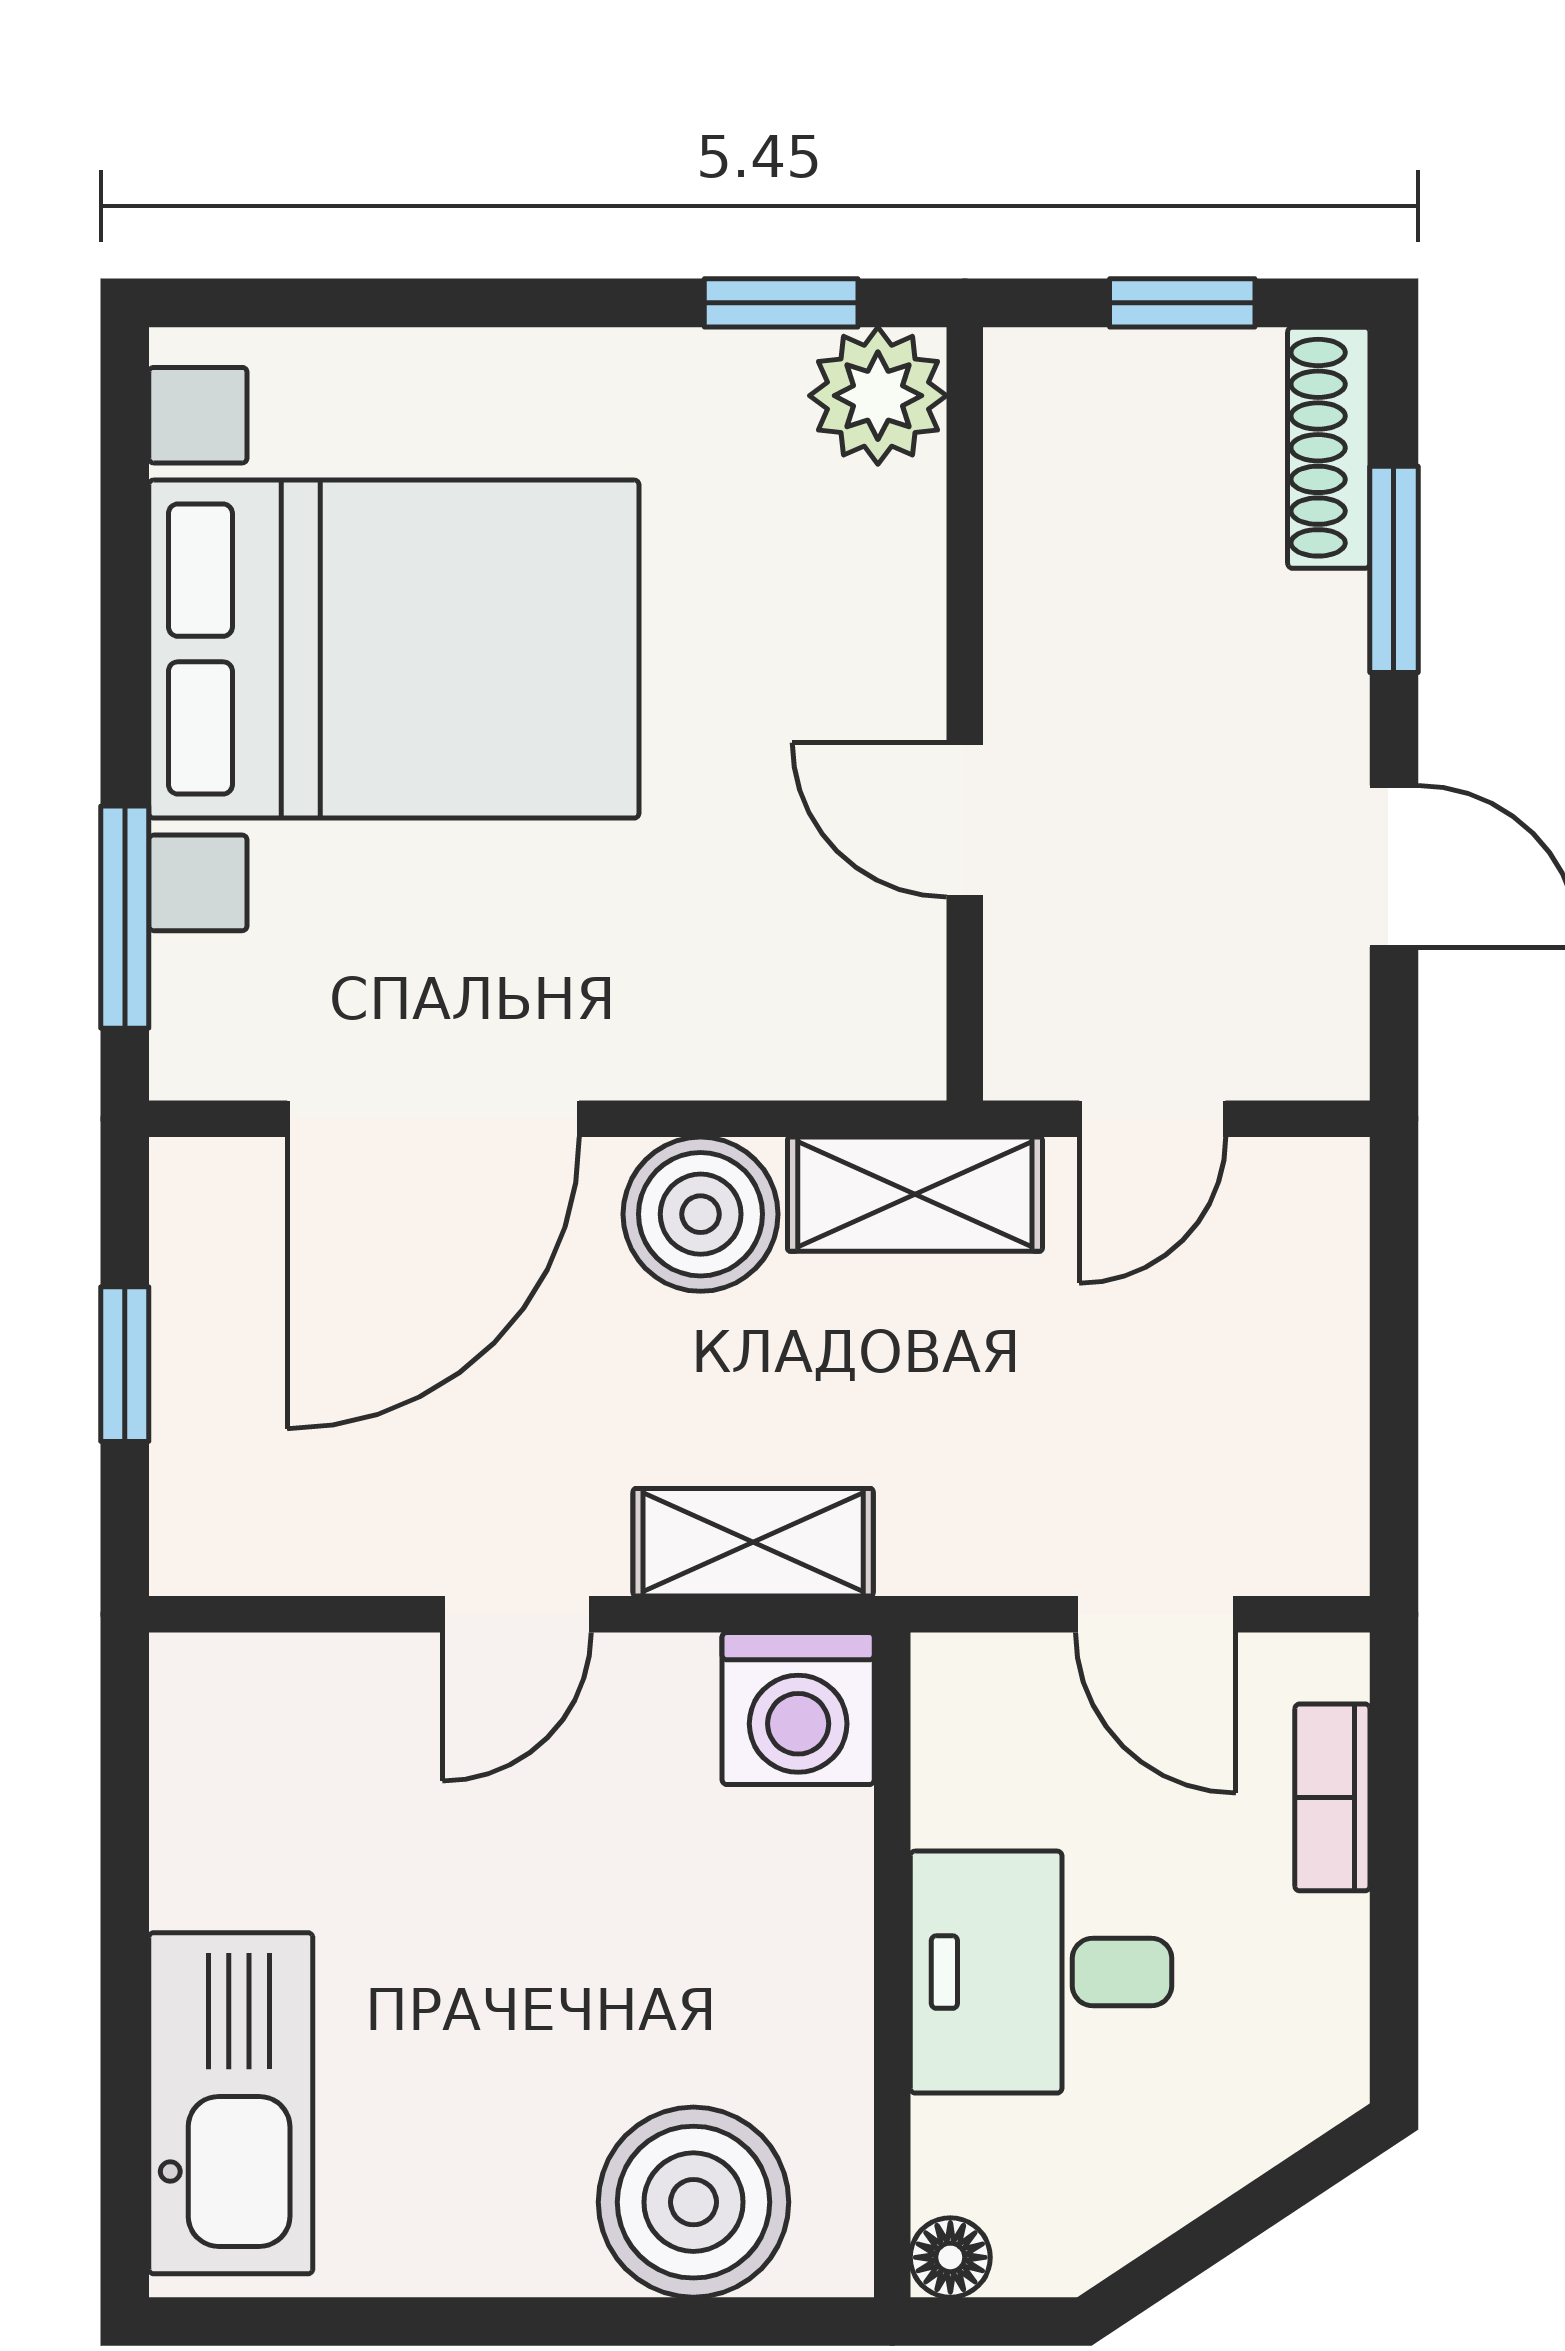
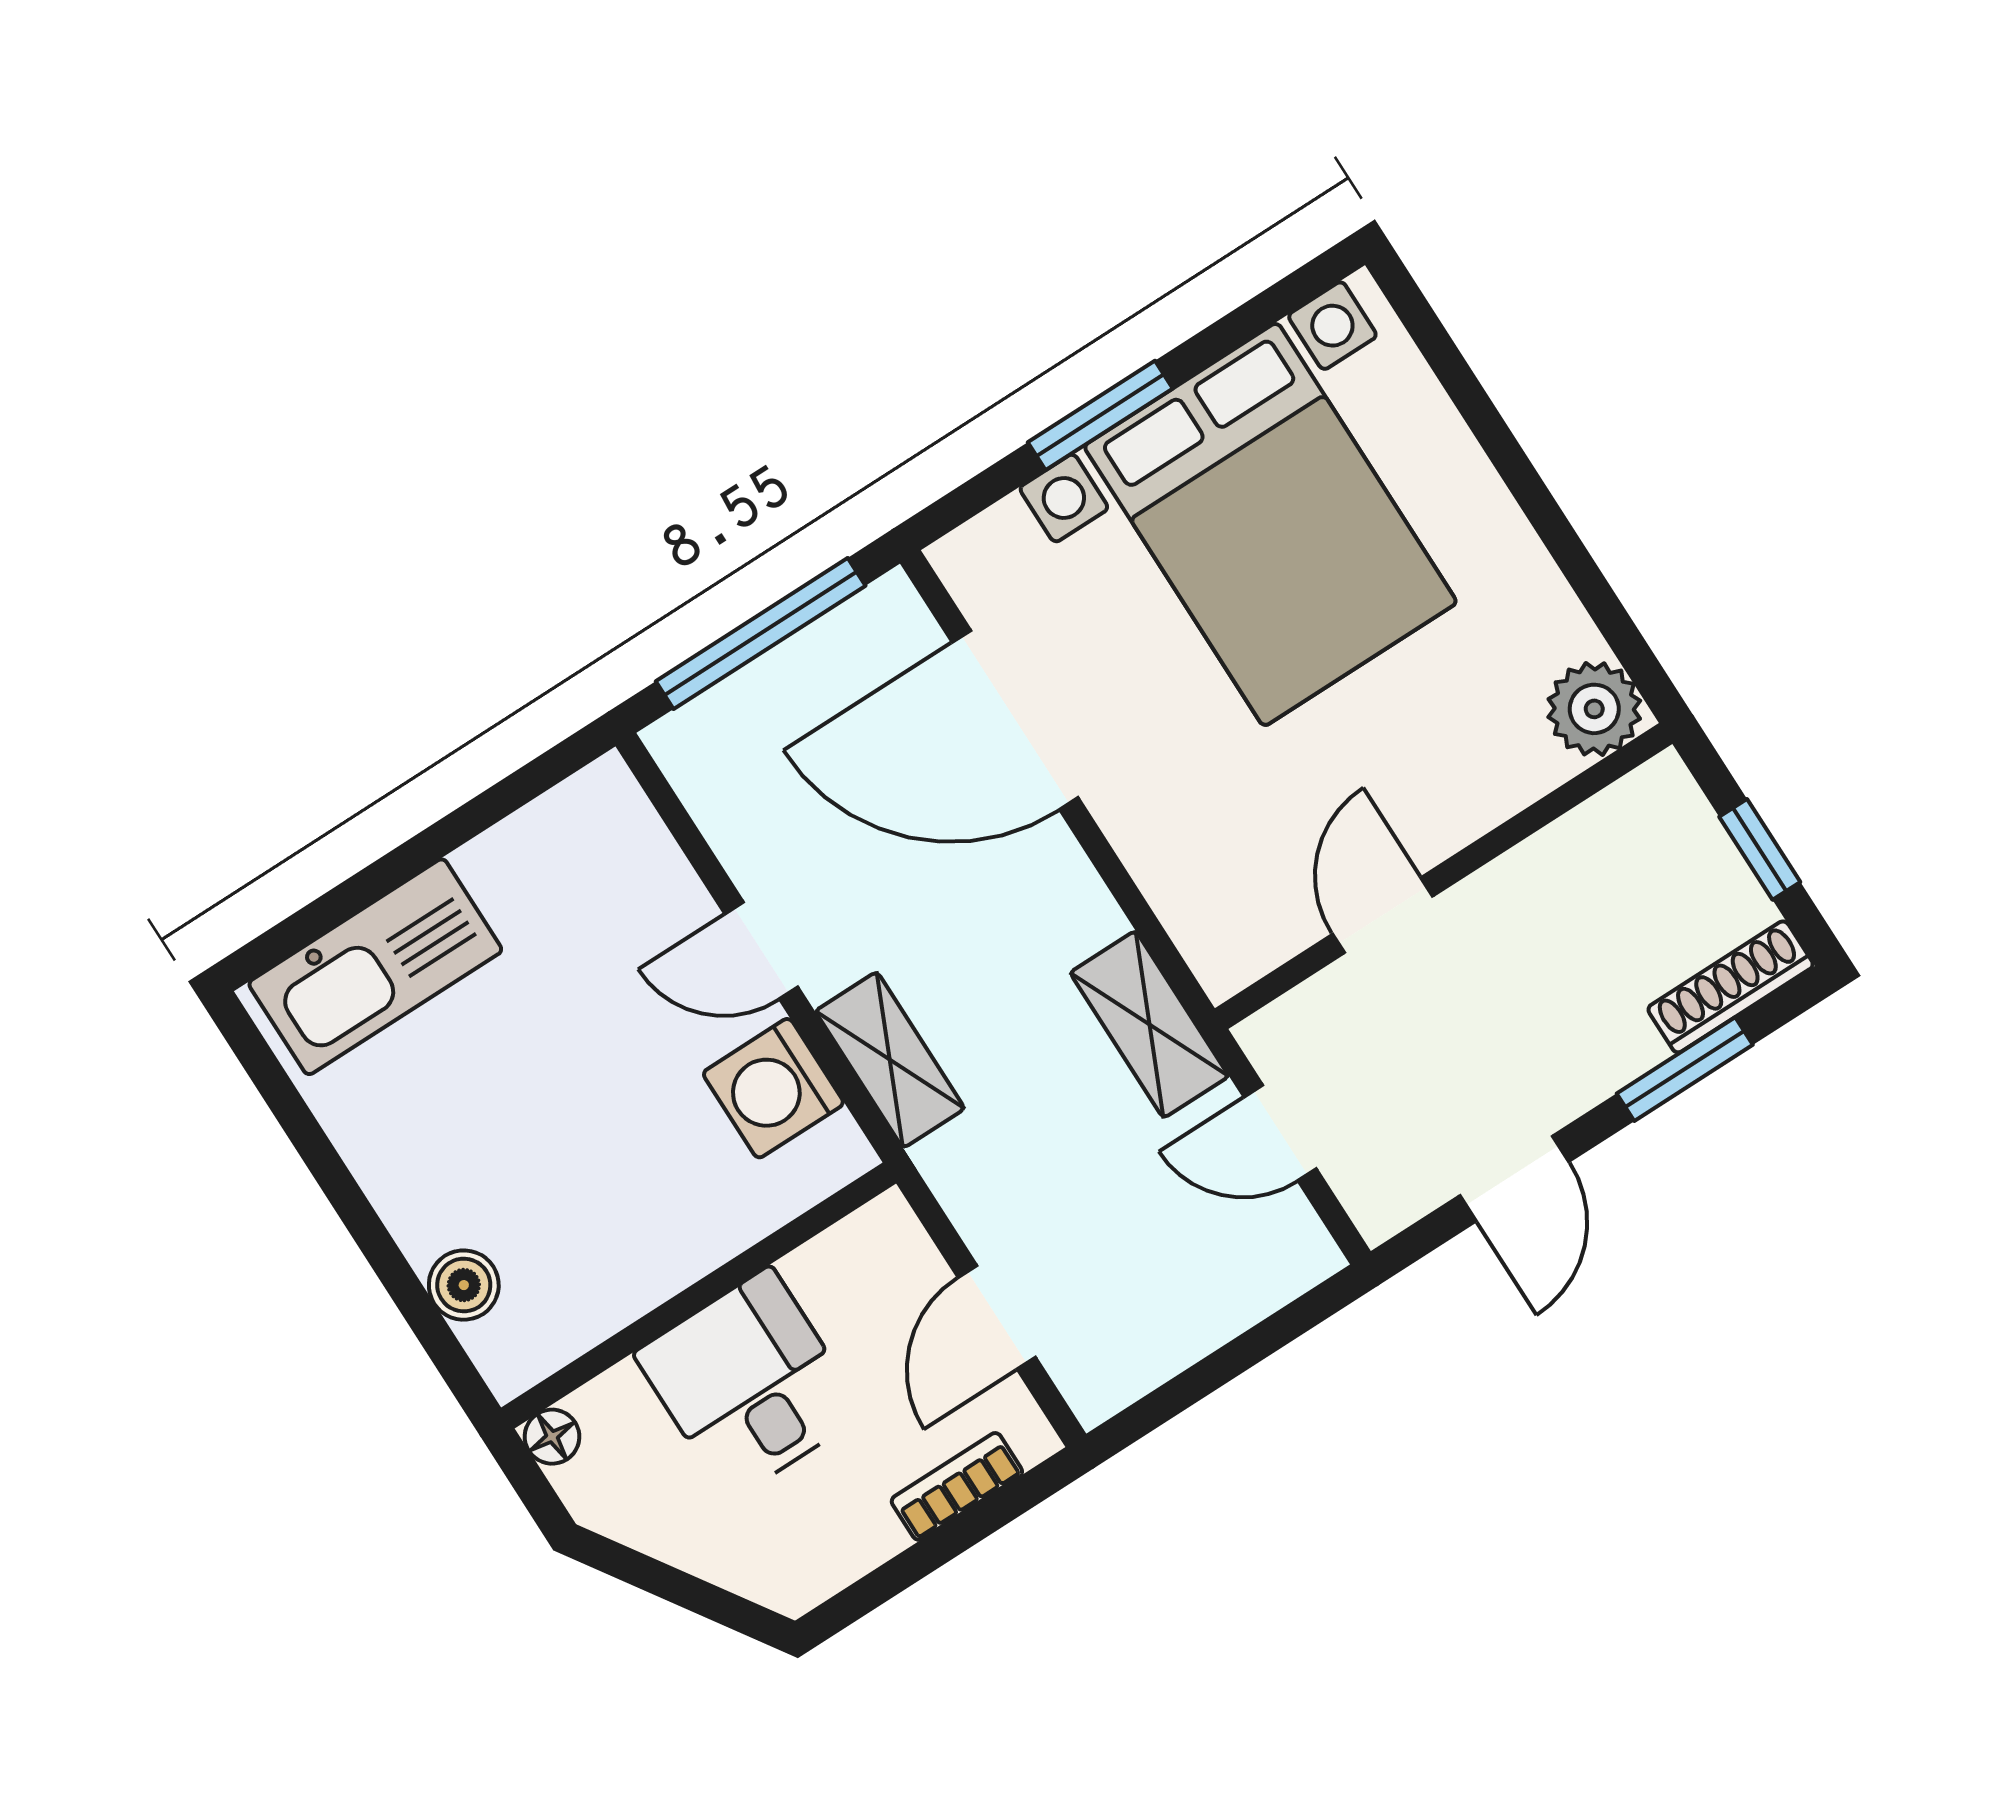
window: (781, 303) -> (1612, 619), removed
window: (125, 917) -> (1100, 415), moved
boiler: (701, 1214) -> (1059, 909), removed
window: (125, 1364) -> (761, 633), width x2.17
washing machine: (798, 1709) -> (773, 1088), moved
boiler: (693, 2202) -> (464, 1285), width x0.54, depth x0.54

